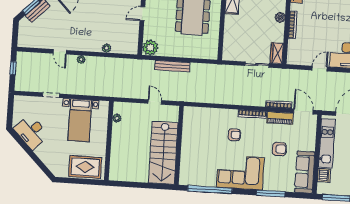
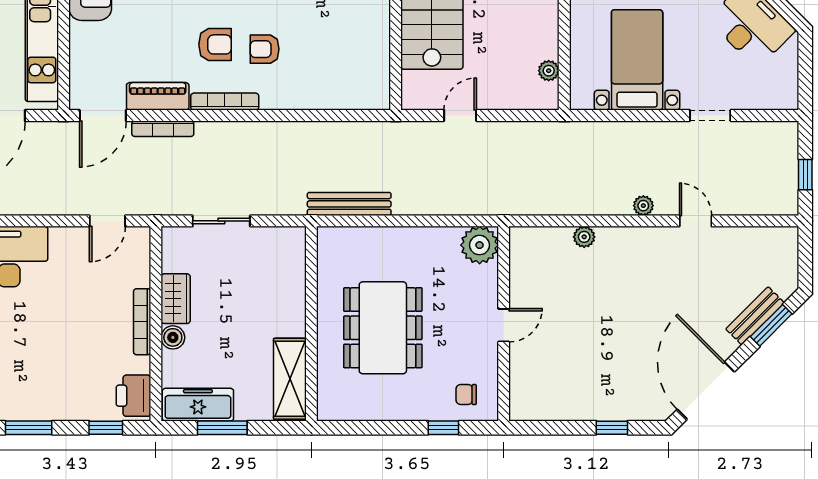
wardrobe: (277, 53) -> (176, 299), moved
bench: (172, 66) -> (349, 204), moved
door: (320, 69) -> (107, 221), moved
door: (155, 102) -> (460, 116), swing flipped
door: (303, 112) -> (103, 116), hinge flipped
armchair: (279, 149) -> (215, 44), moved, turned 180

